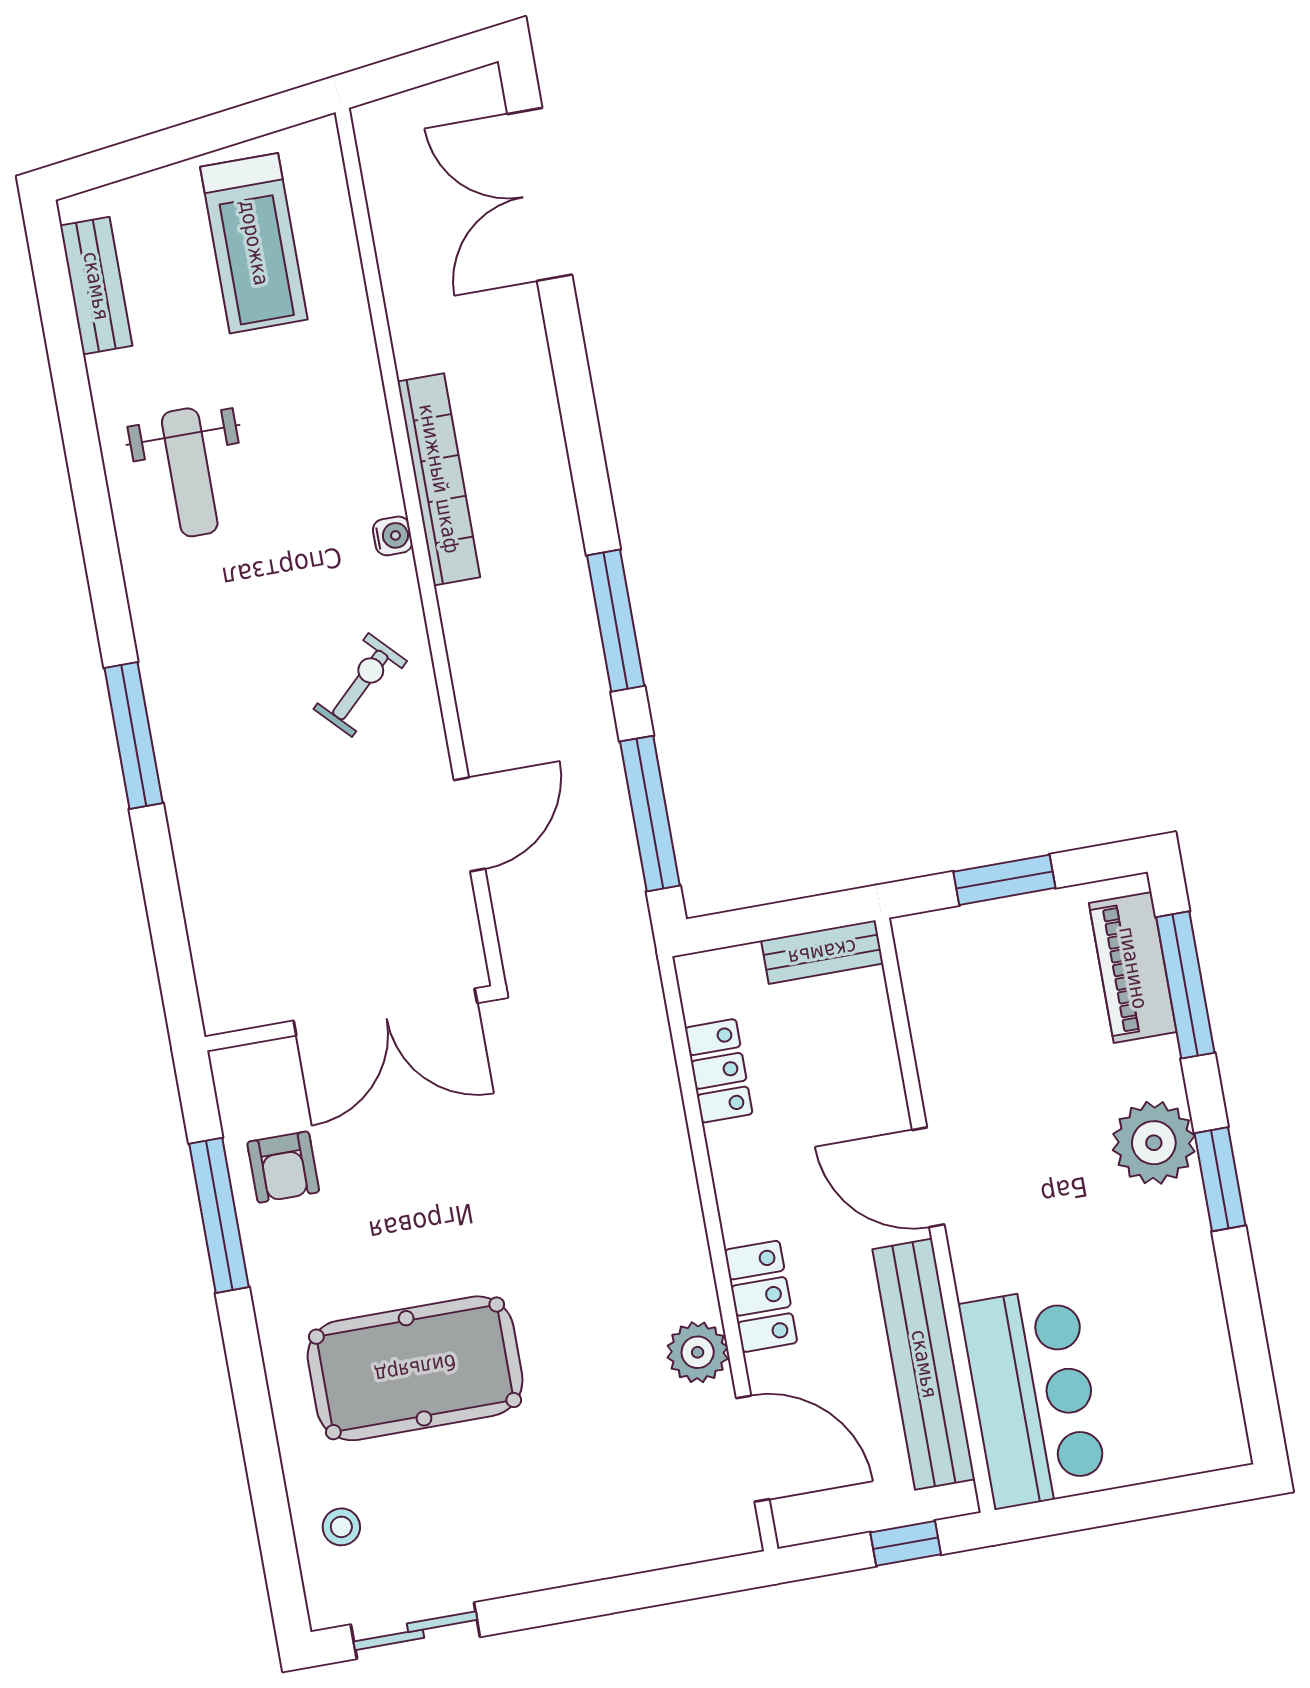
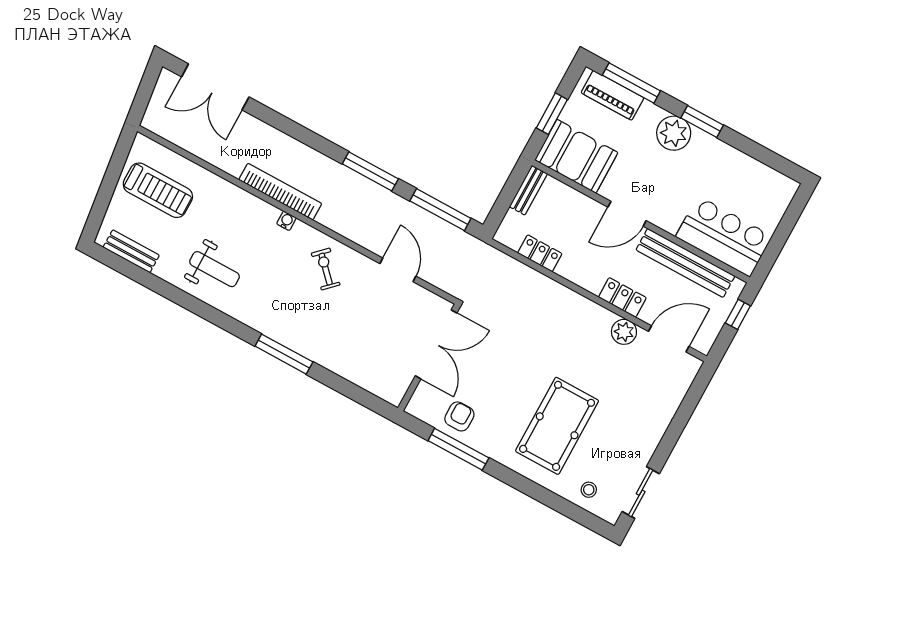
booth: (960, 992) -> (576, 156), added
armchair: (283, 1167) -> (459, 416), turned -90

